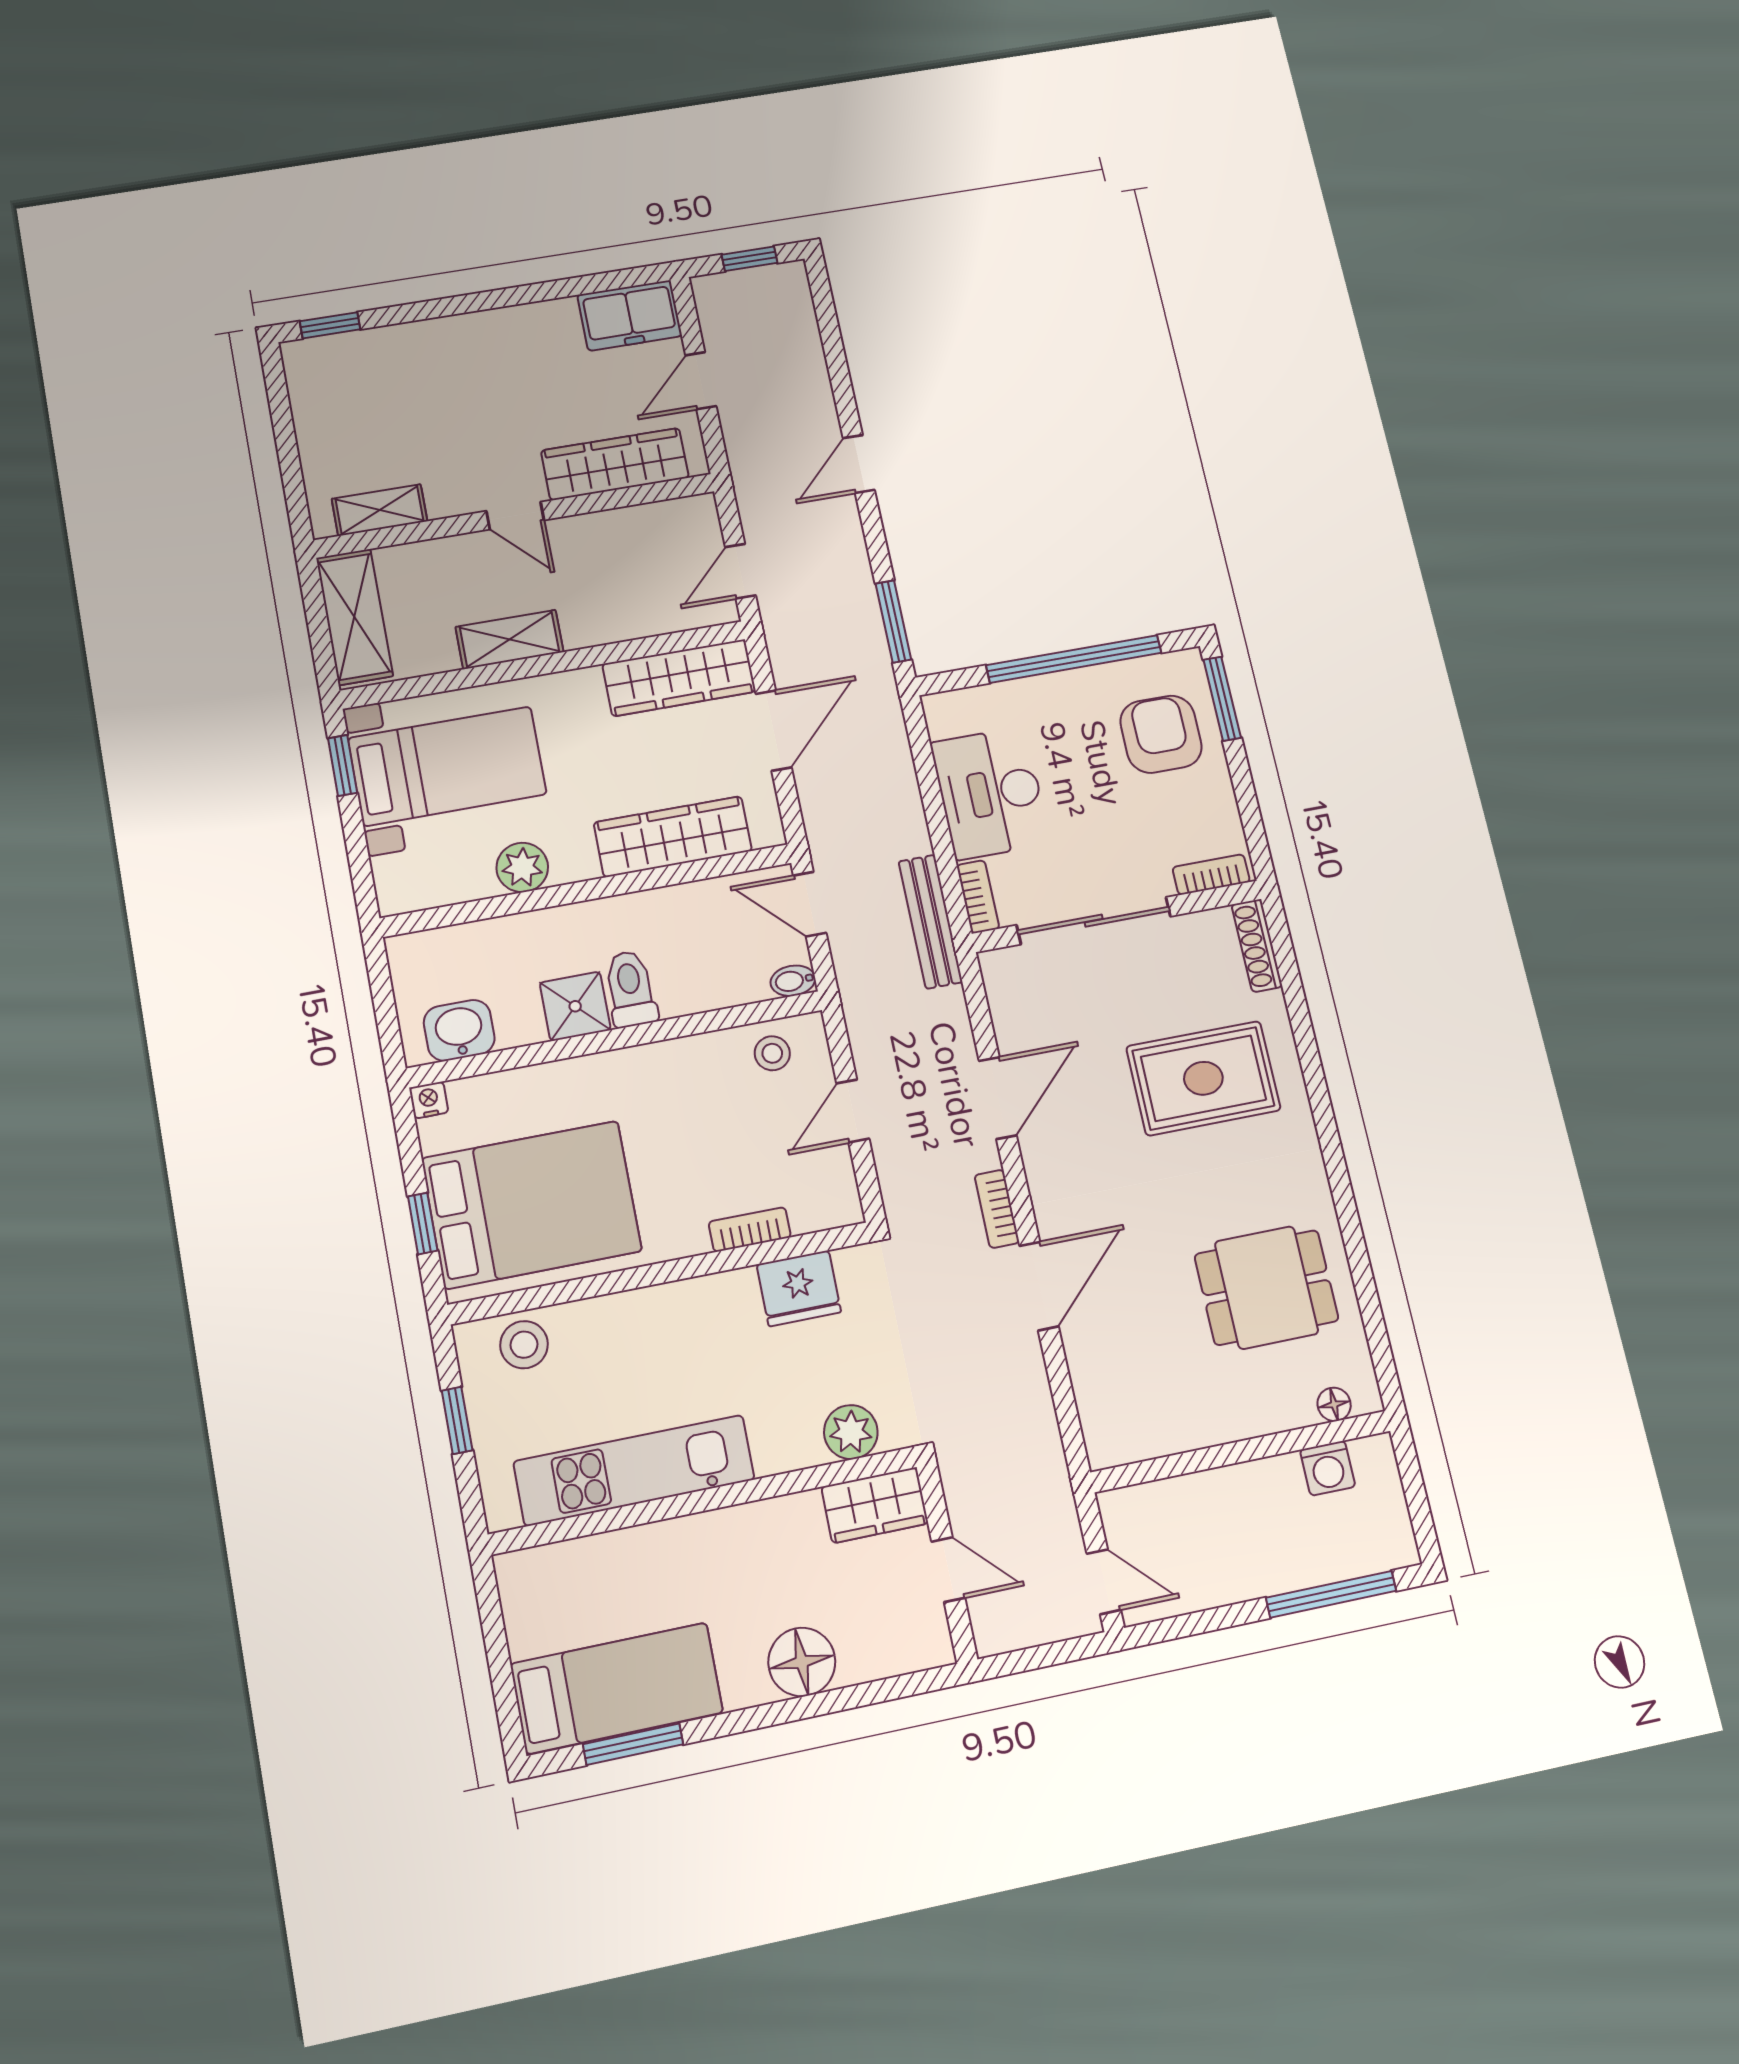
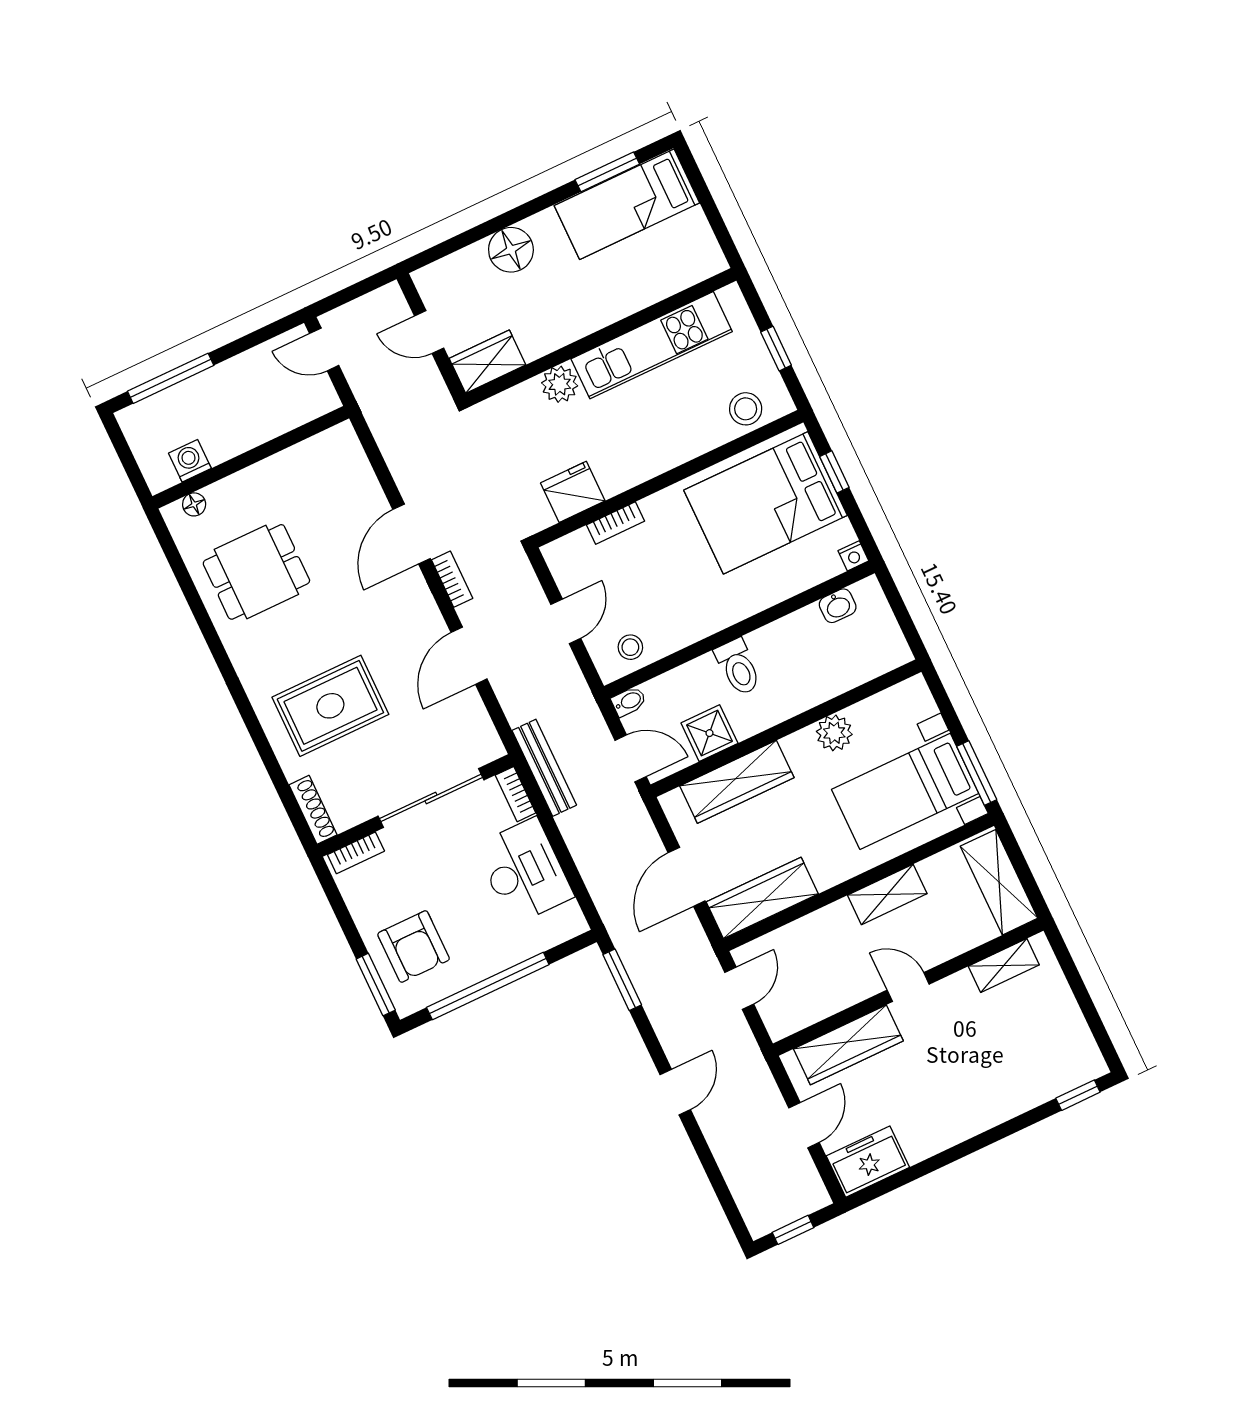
window: (343, 765) -> (977, 773), width x1.50
shower: (575, 1006) -> (709, 733), moved
washbasin: (459, 1030) -> (838, 606), width x0.72, depth x0.69
plant: (851, 1432) -> (560, 384), moved

